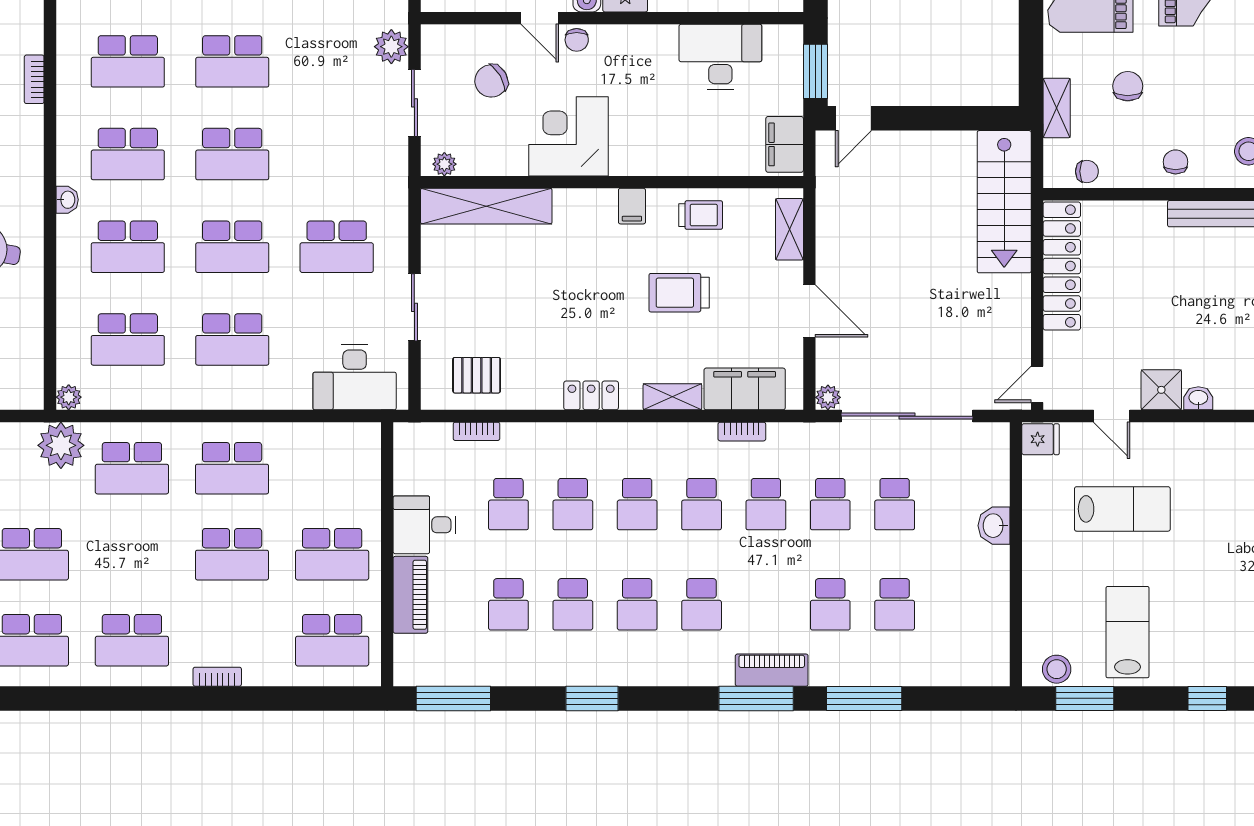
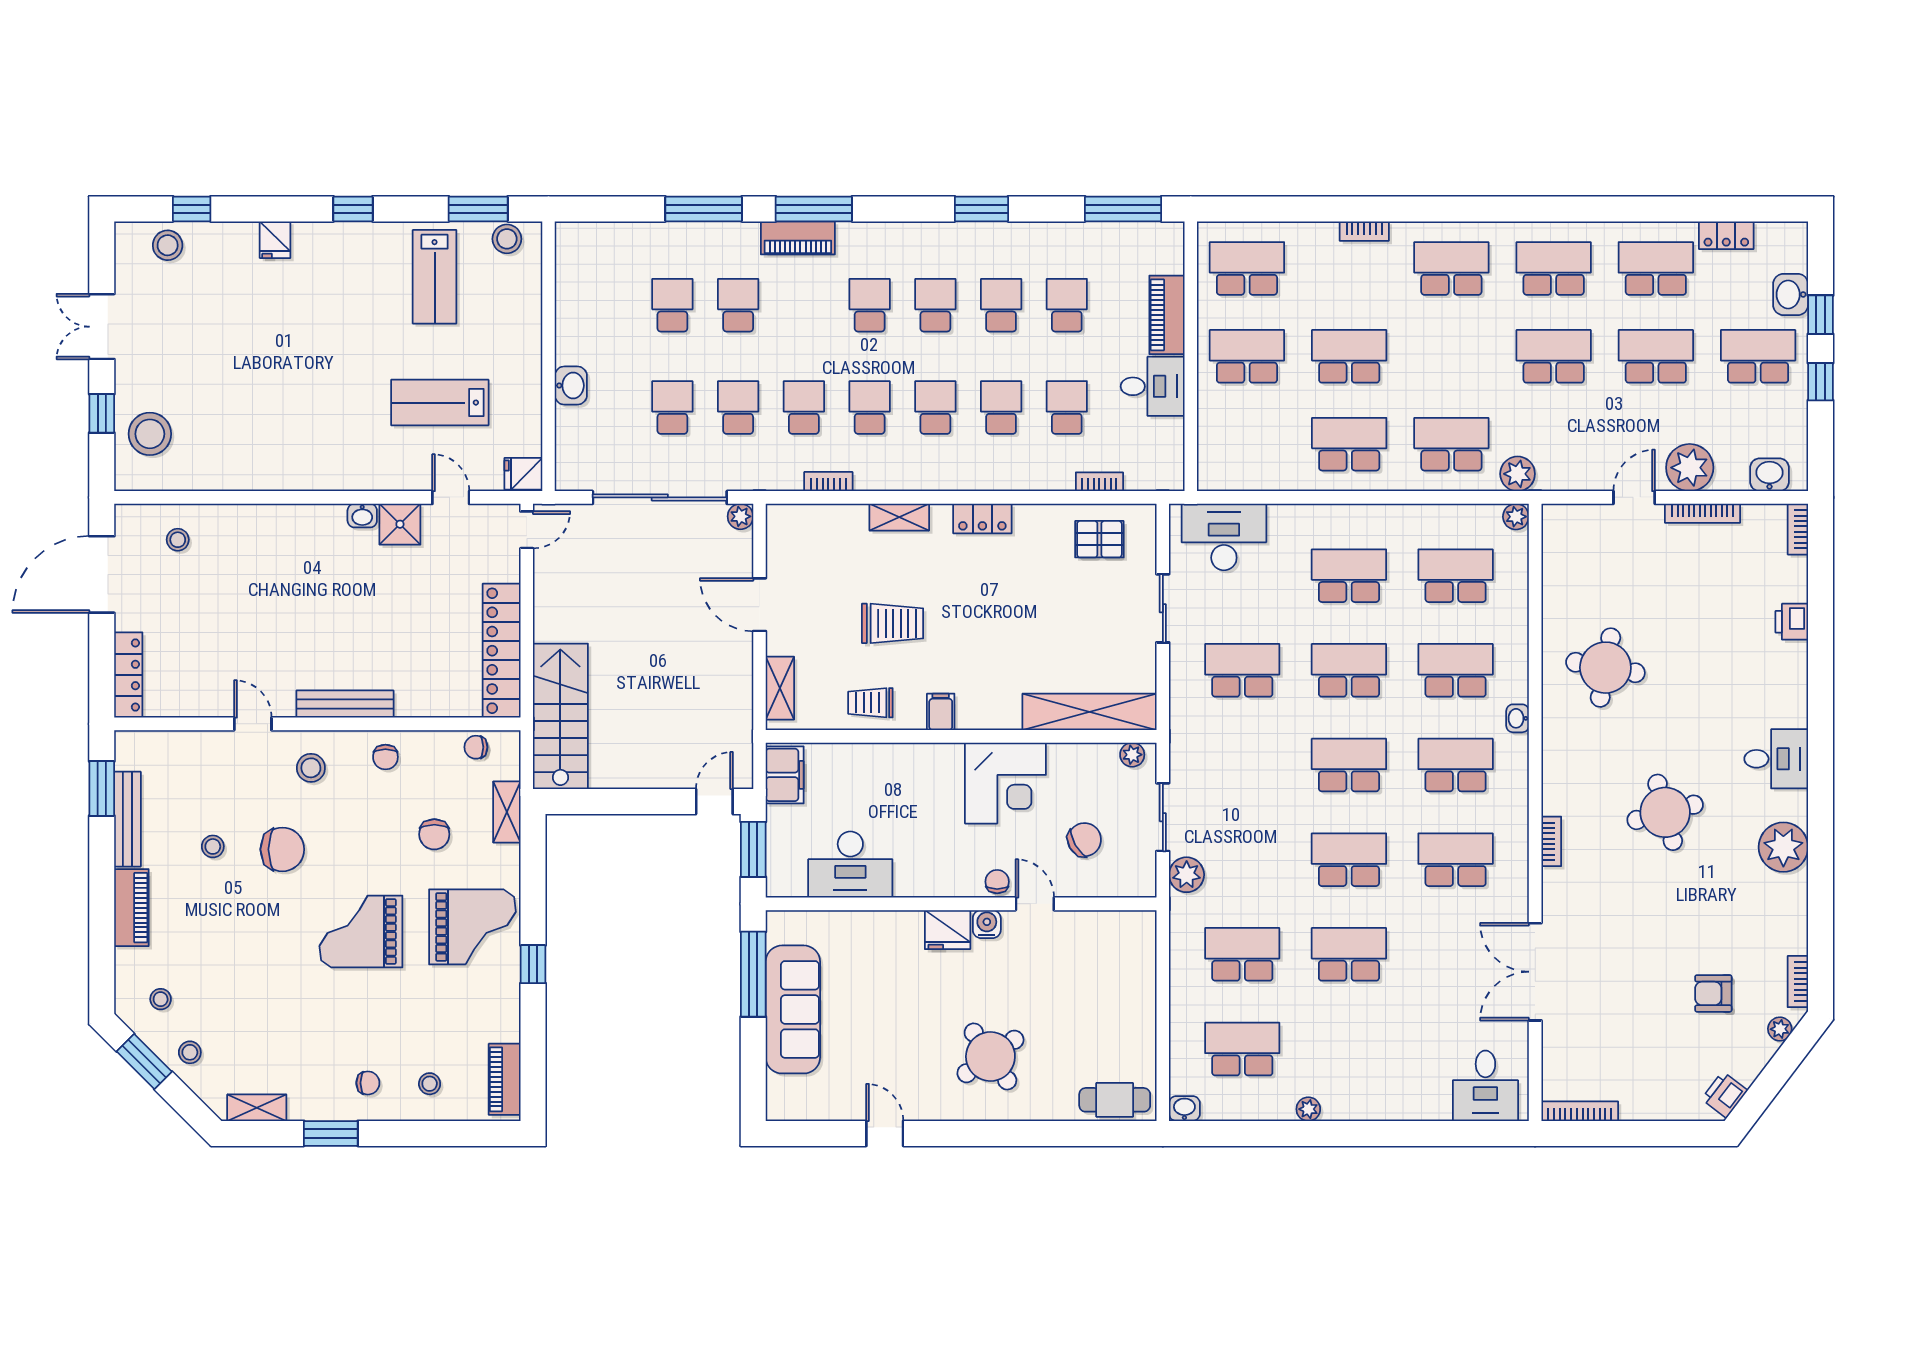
filing cabinet: (745, 389) -> (826, 525), removed
plant: (61, 445) -> (1518, 474), width x0.73, depth x0.73

